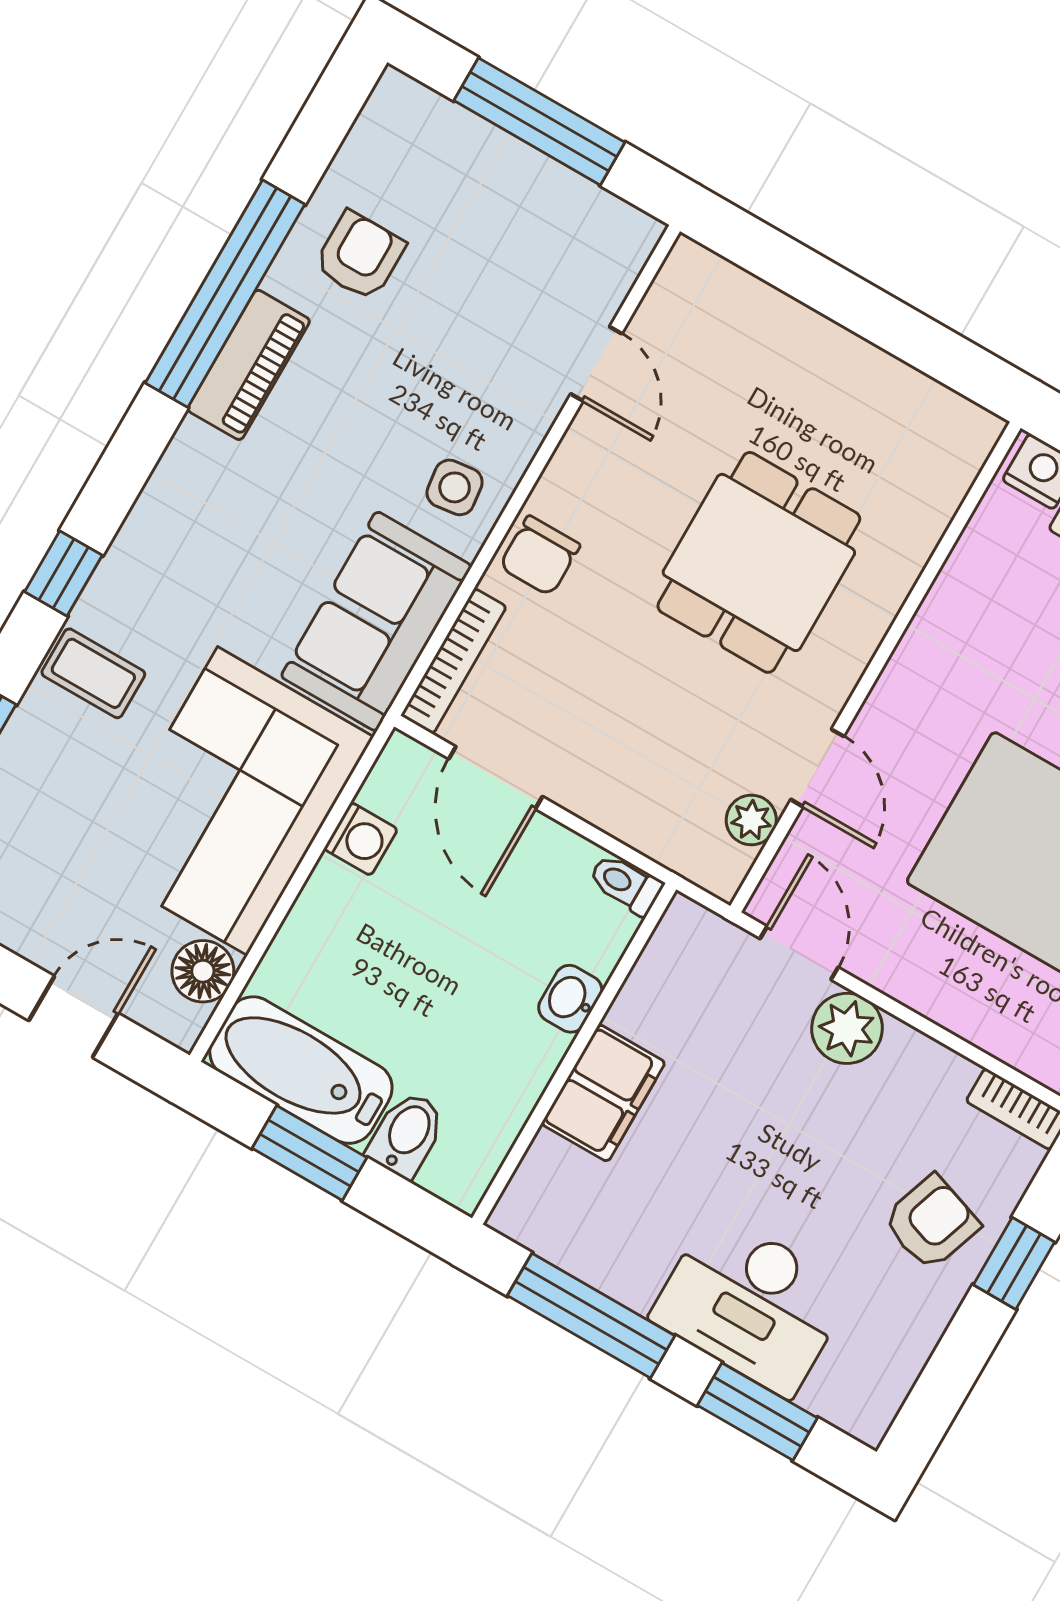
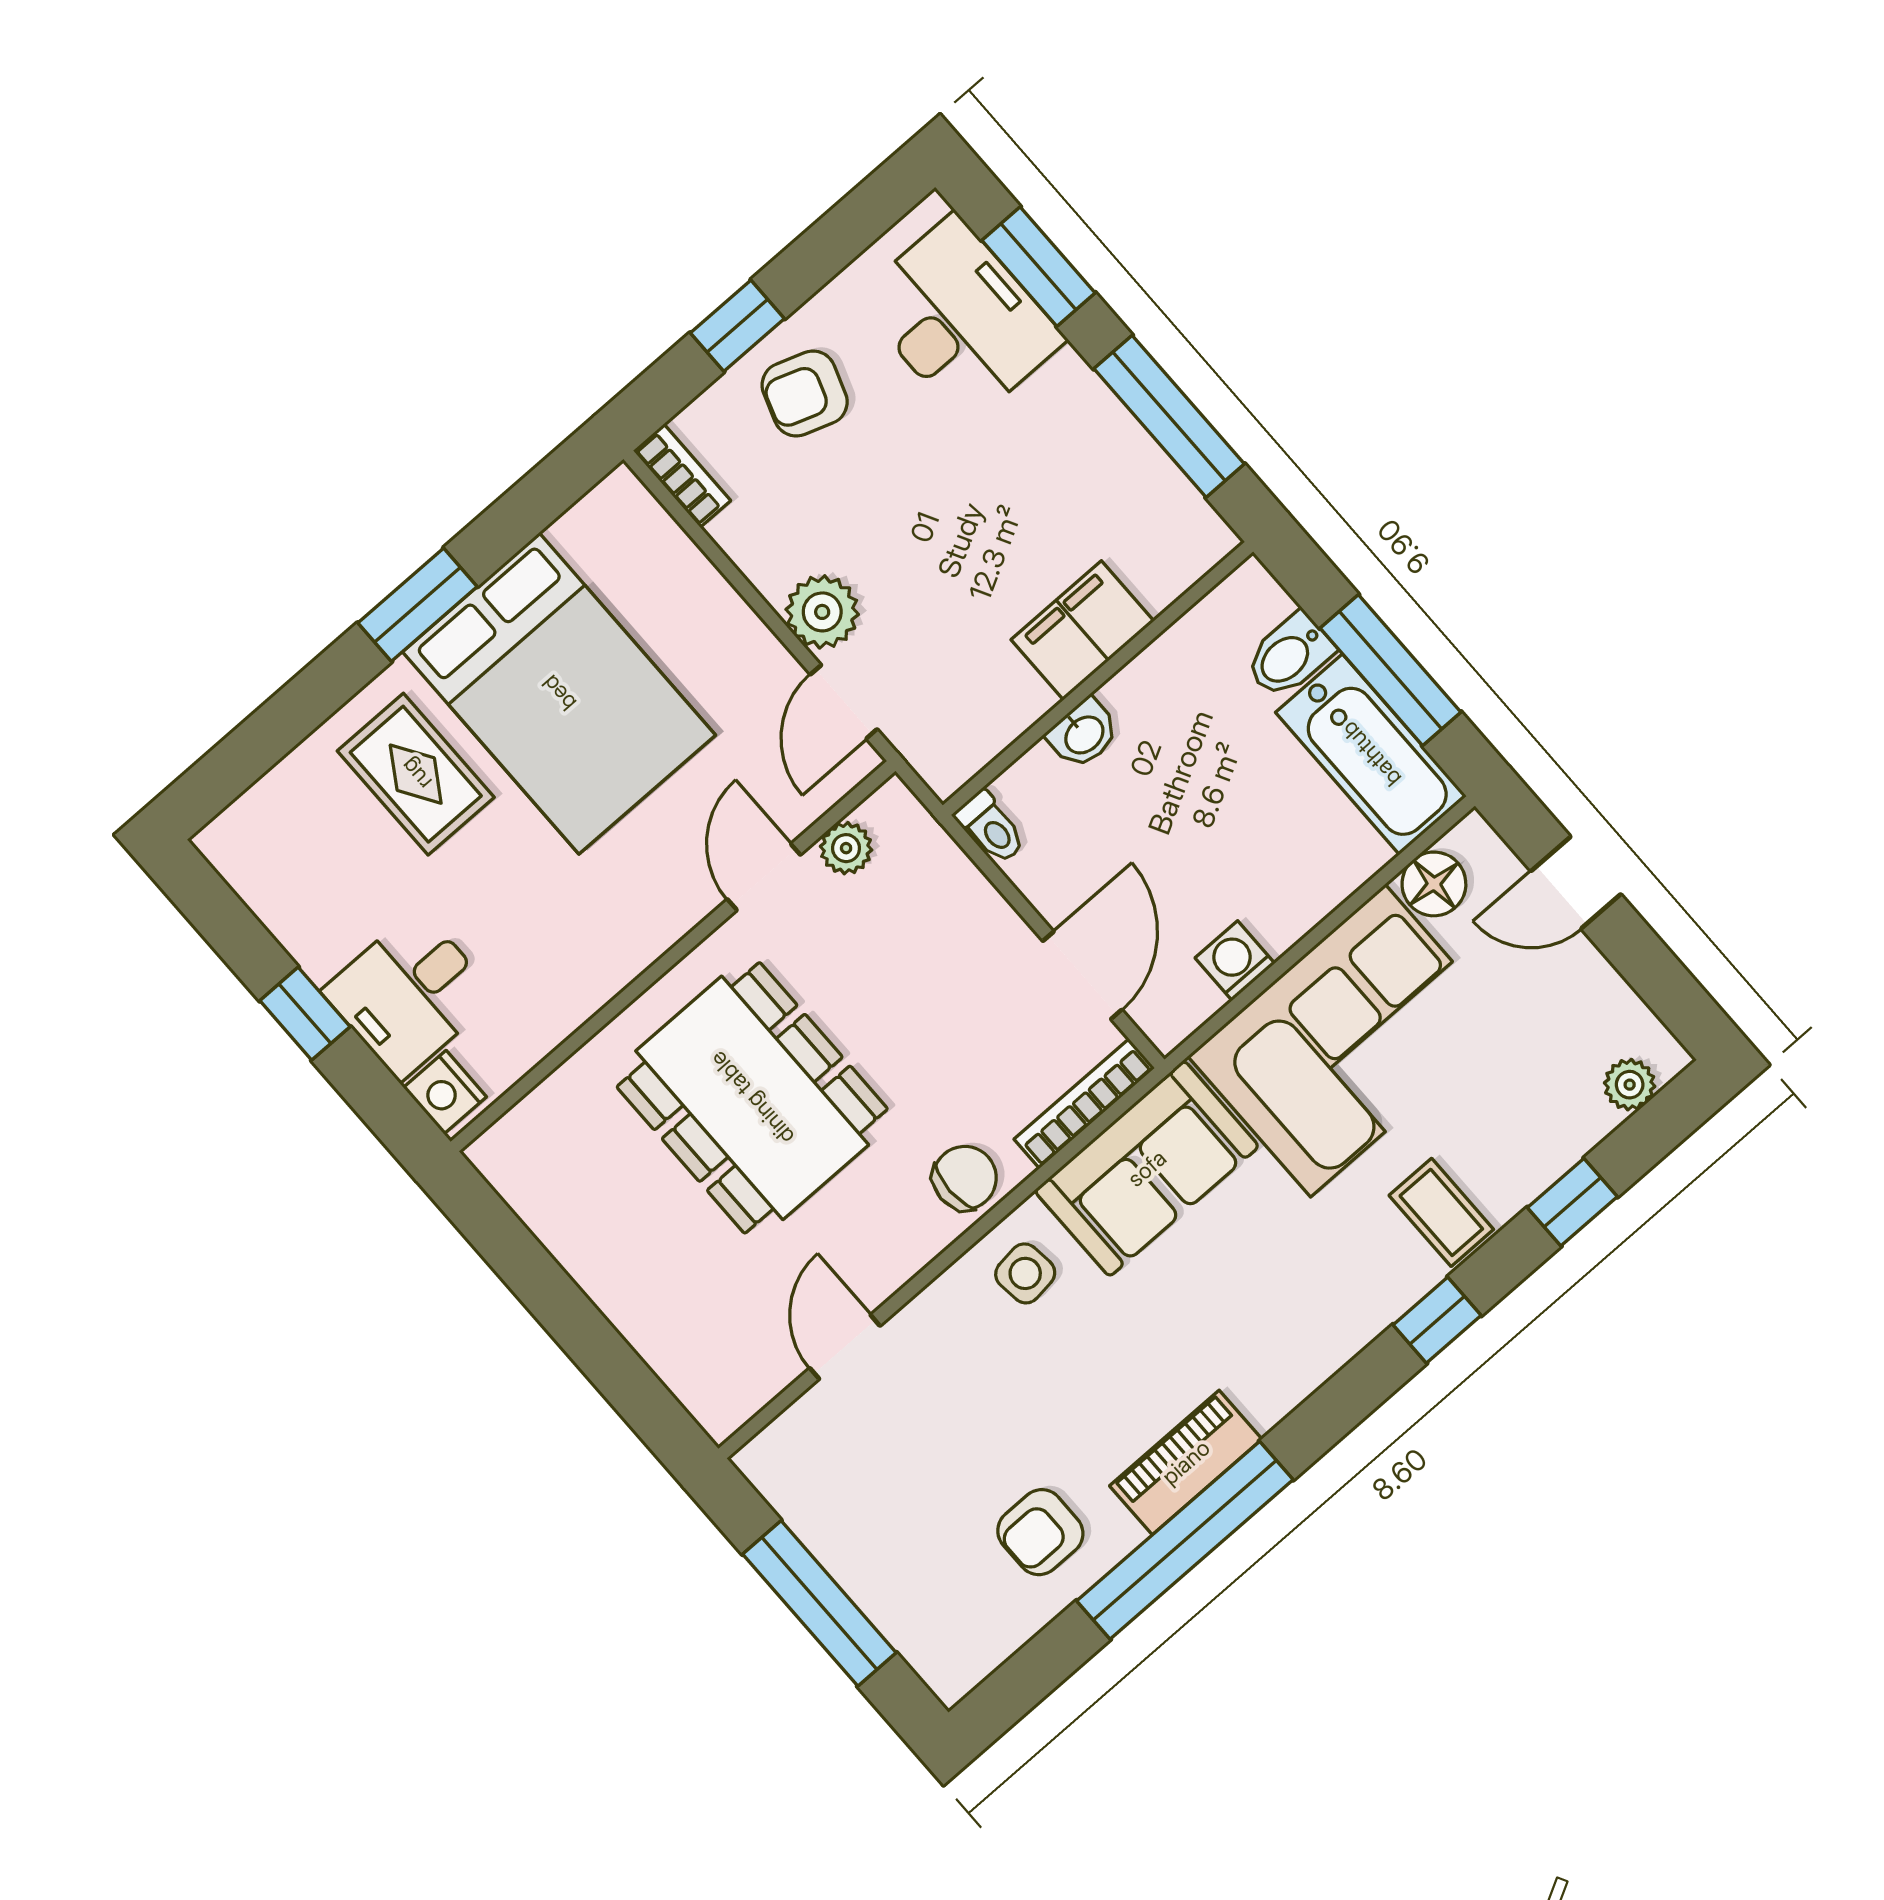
dining table: (759, 562) -> (752, 1098), width x1.37
window: (309, 1153) -> (1390, 670), width x1.44
desk: (751, 1304) -> (960, 319), moved

